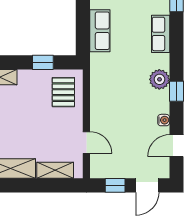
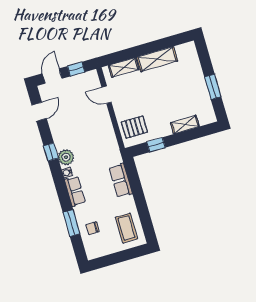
pallet: (63, 92) -> (134, 127), turned 90
water cooler: (164, 120) -> (67, 173), moved

